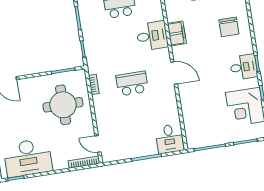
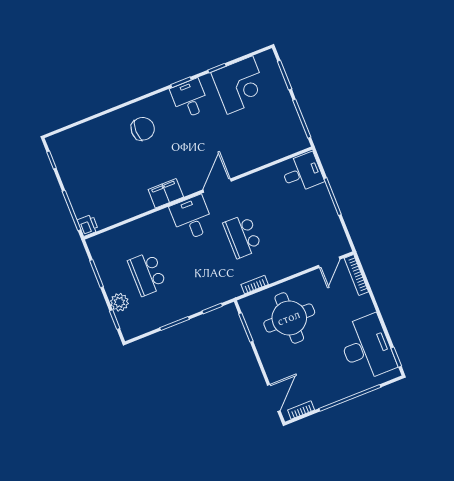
desk: (152, 36) -> (192, 218), moved

